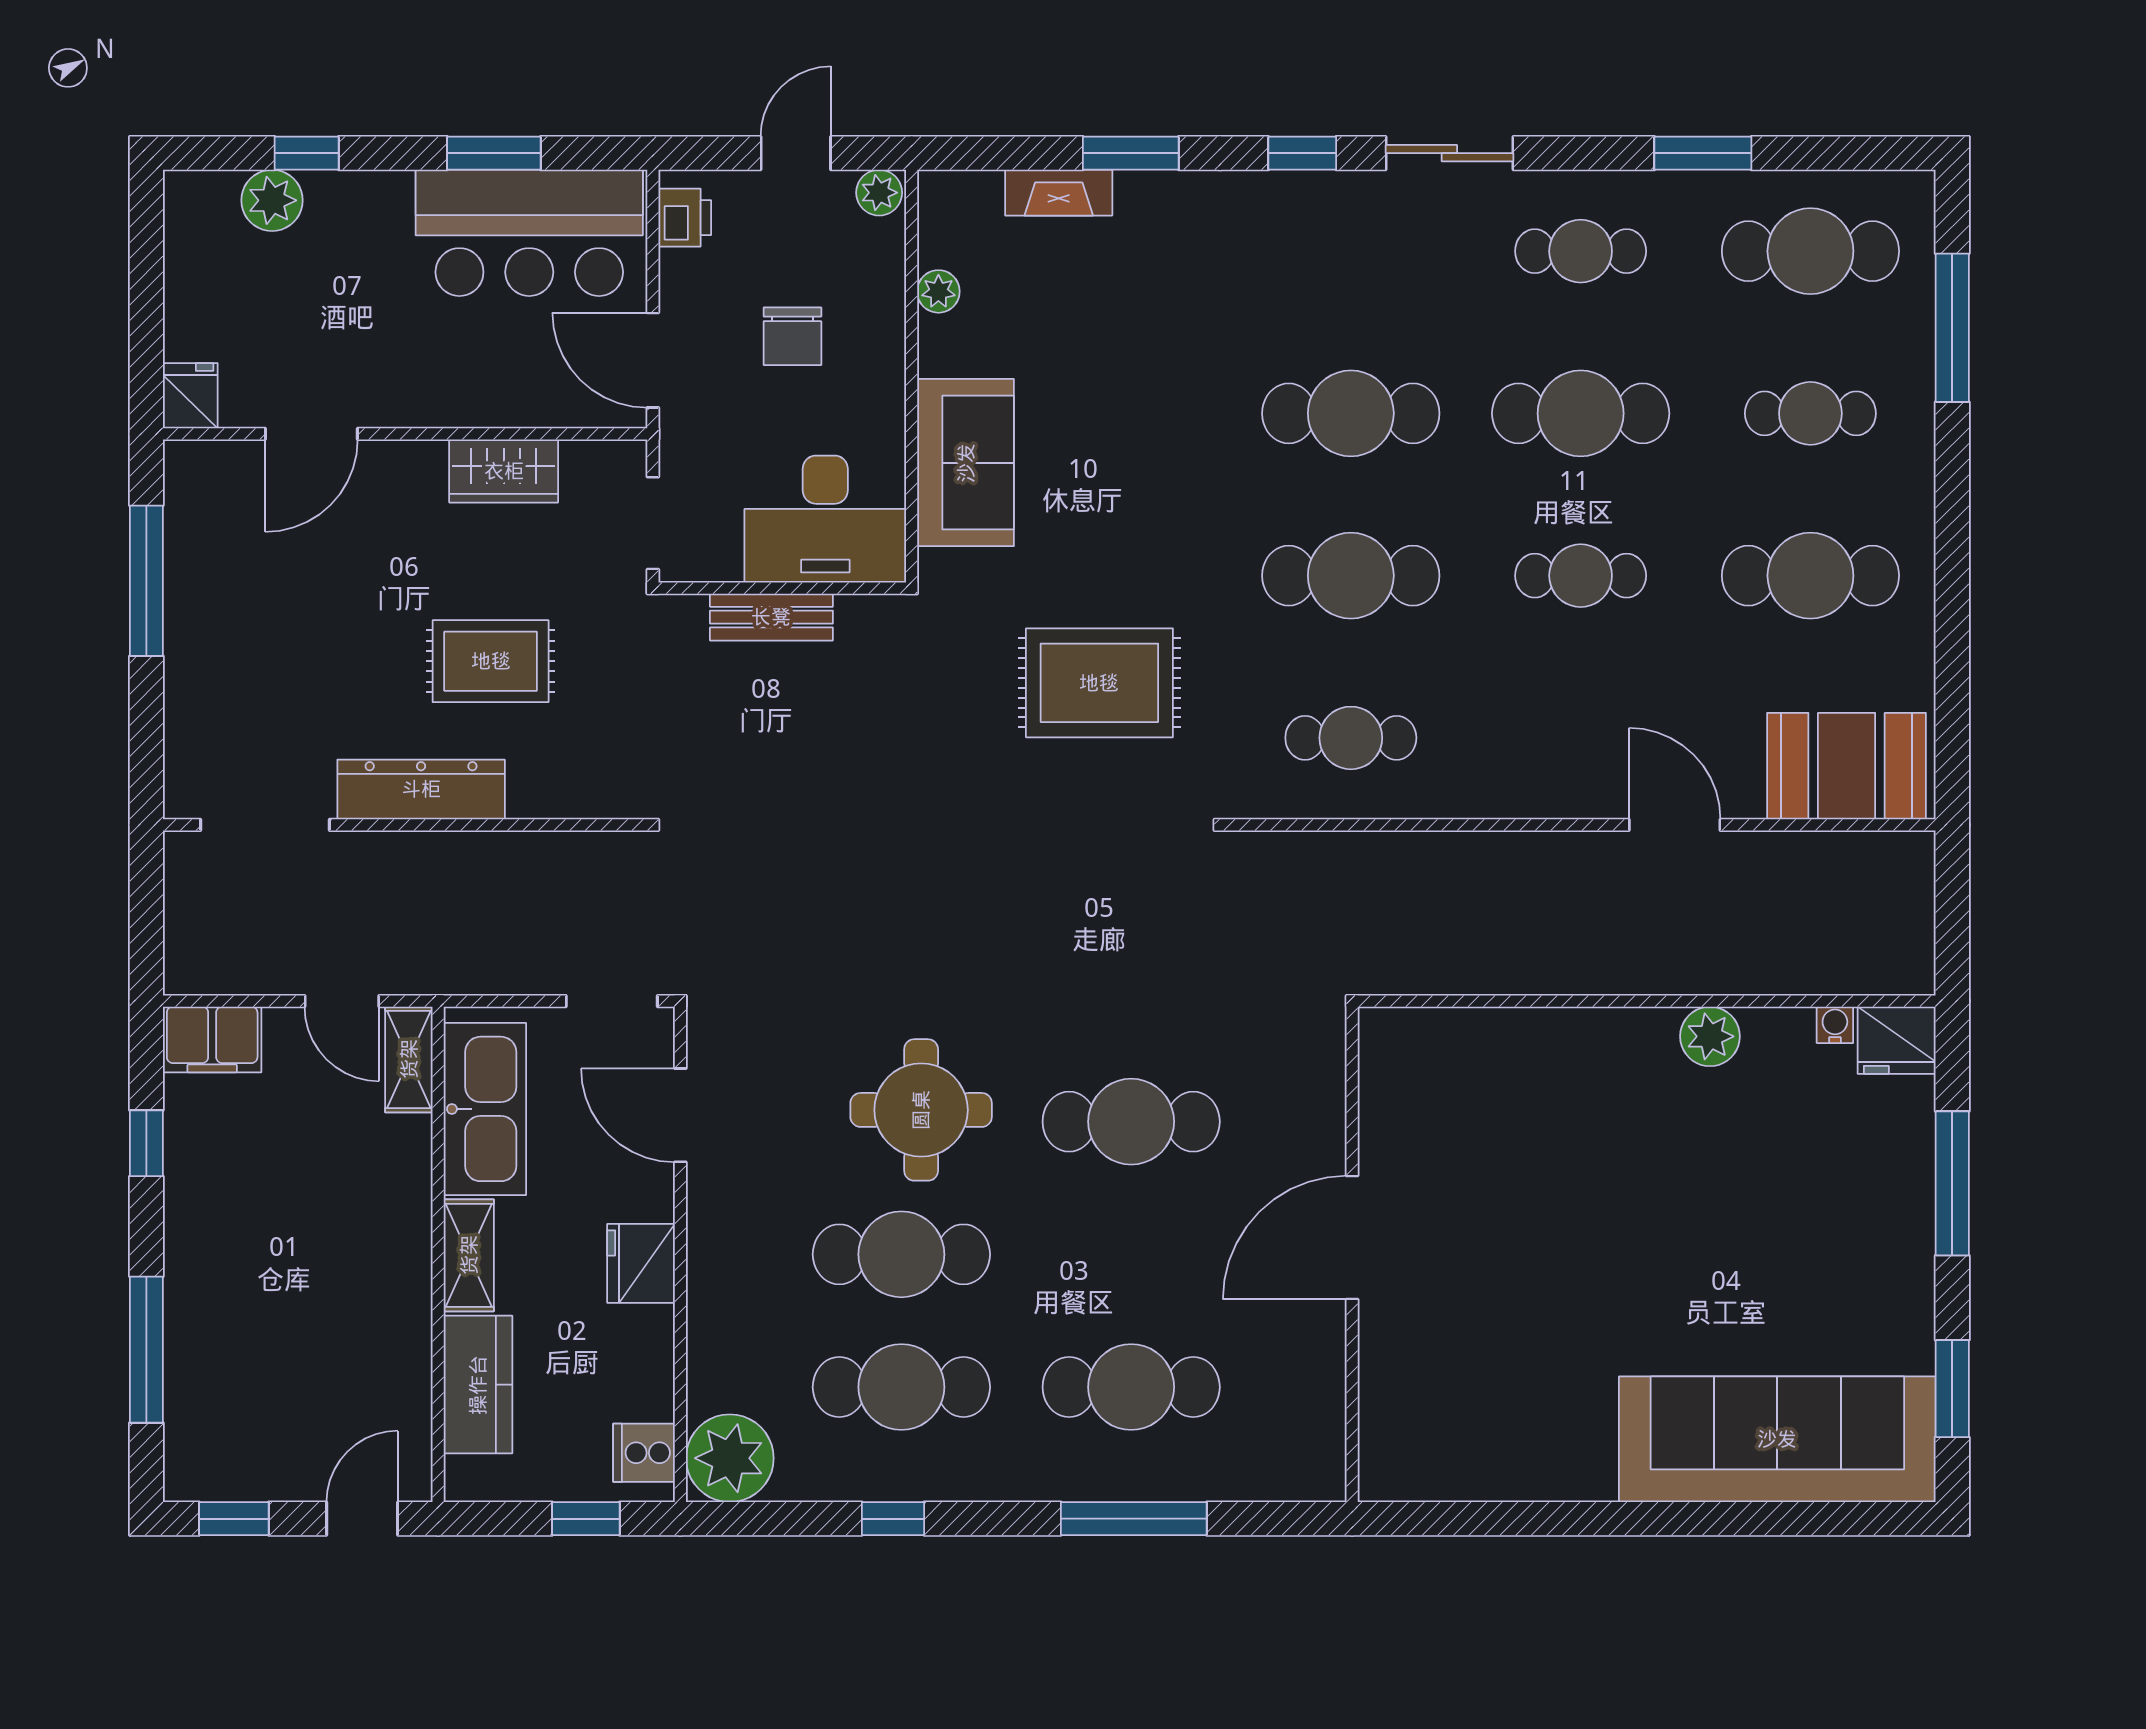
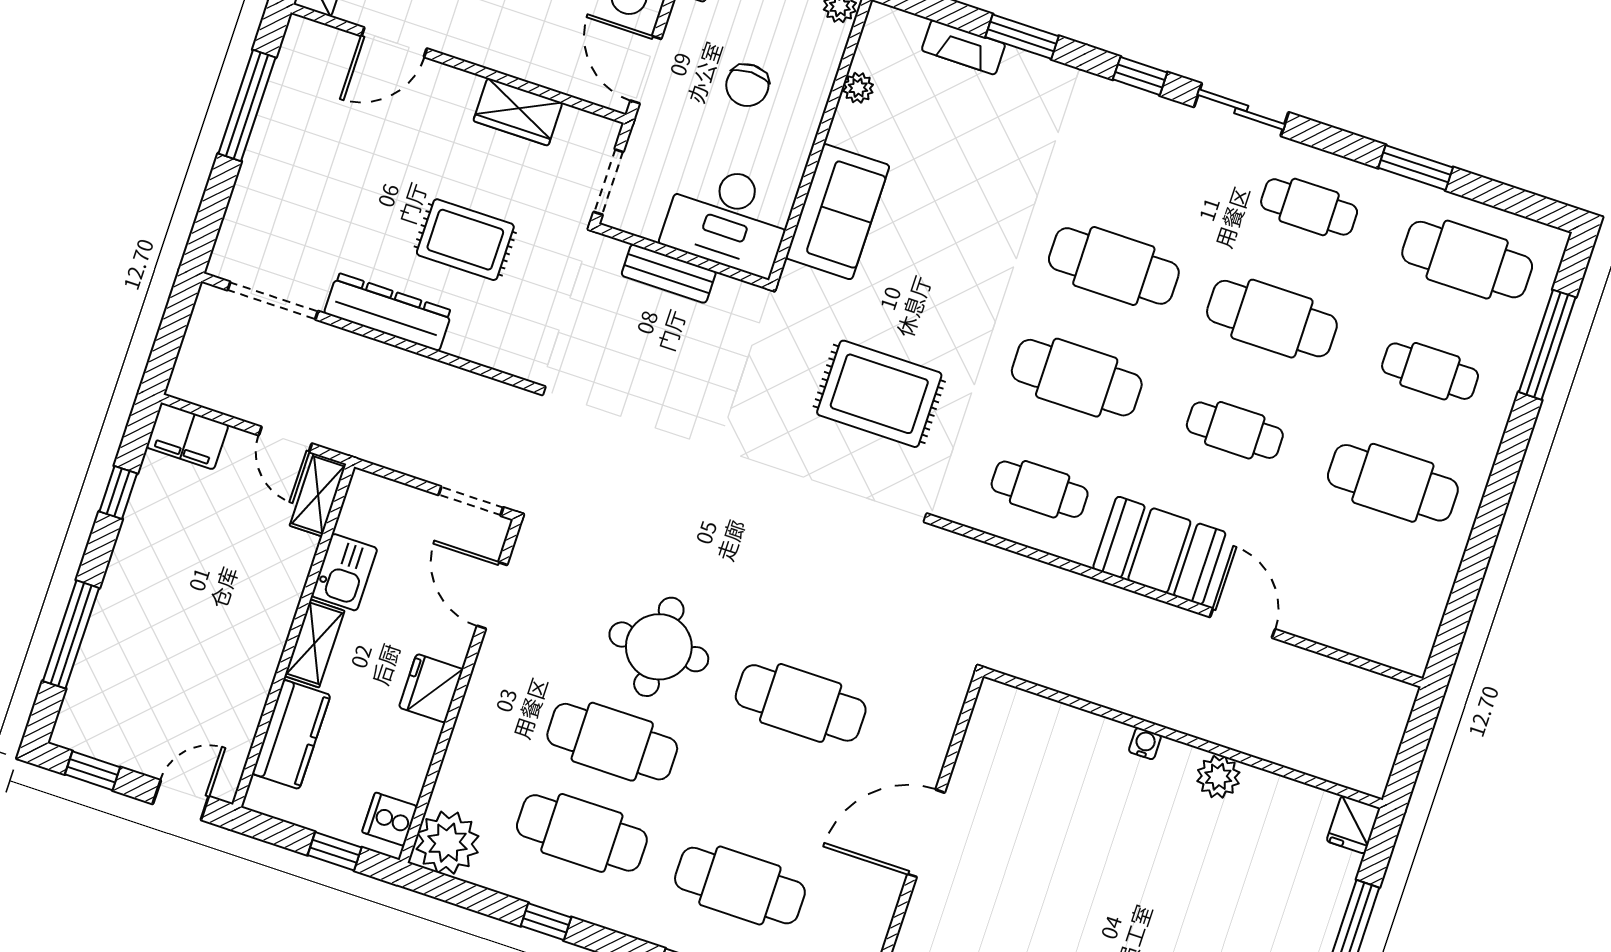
booth: (1847, 766) -> (1159, 551), moved
water cooler: (1835, 1025) -> (1145, 743), moved
fridge: (1897, 1040) -> (1353, 825), width x0.72
kitchen sink: (485, 1109) -> (344, 572), width x0.53, depth x0.81

